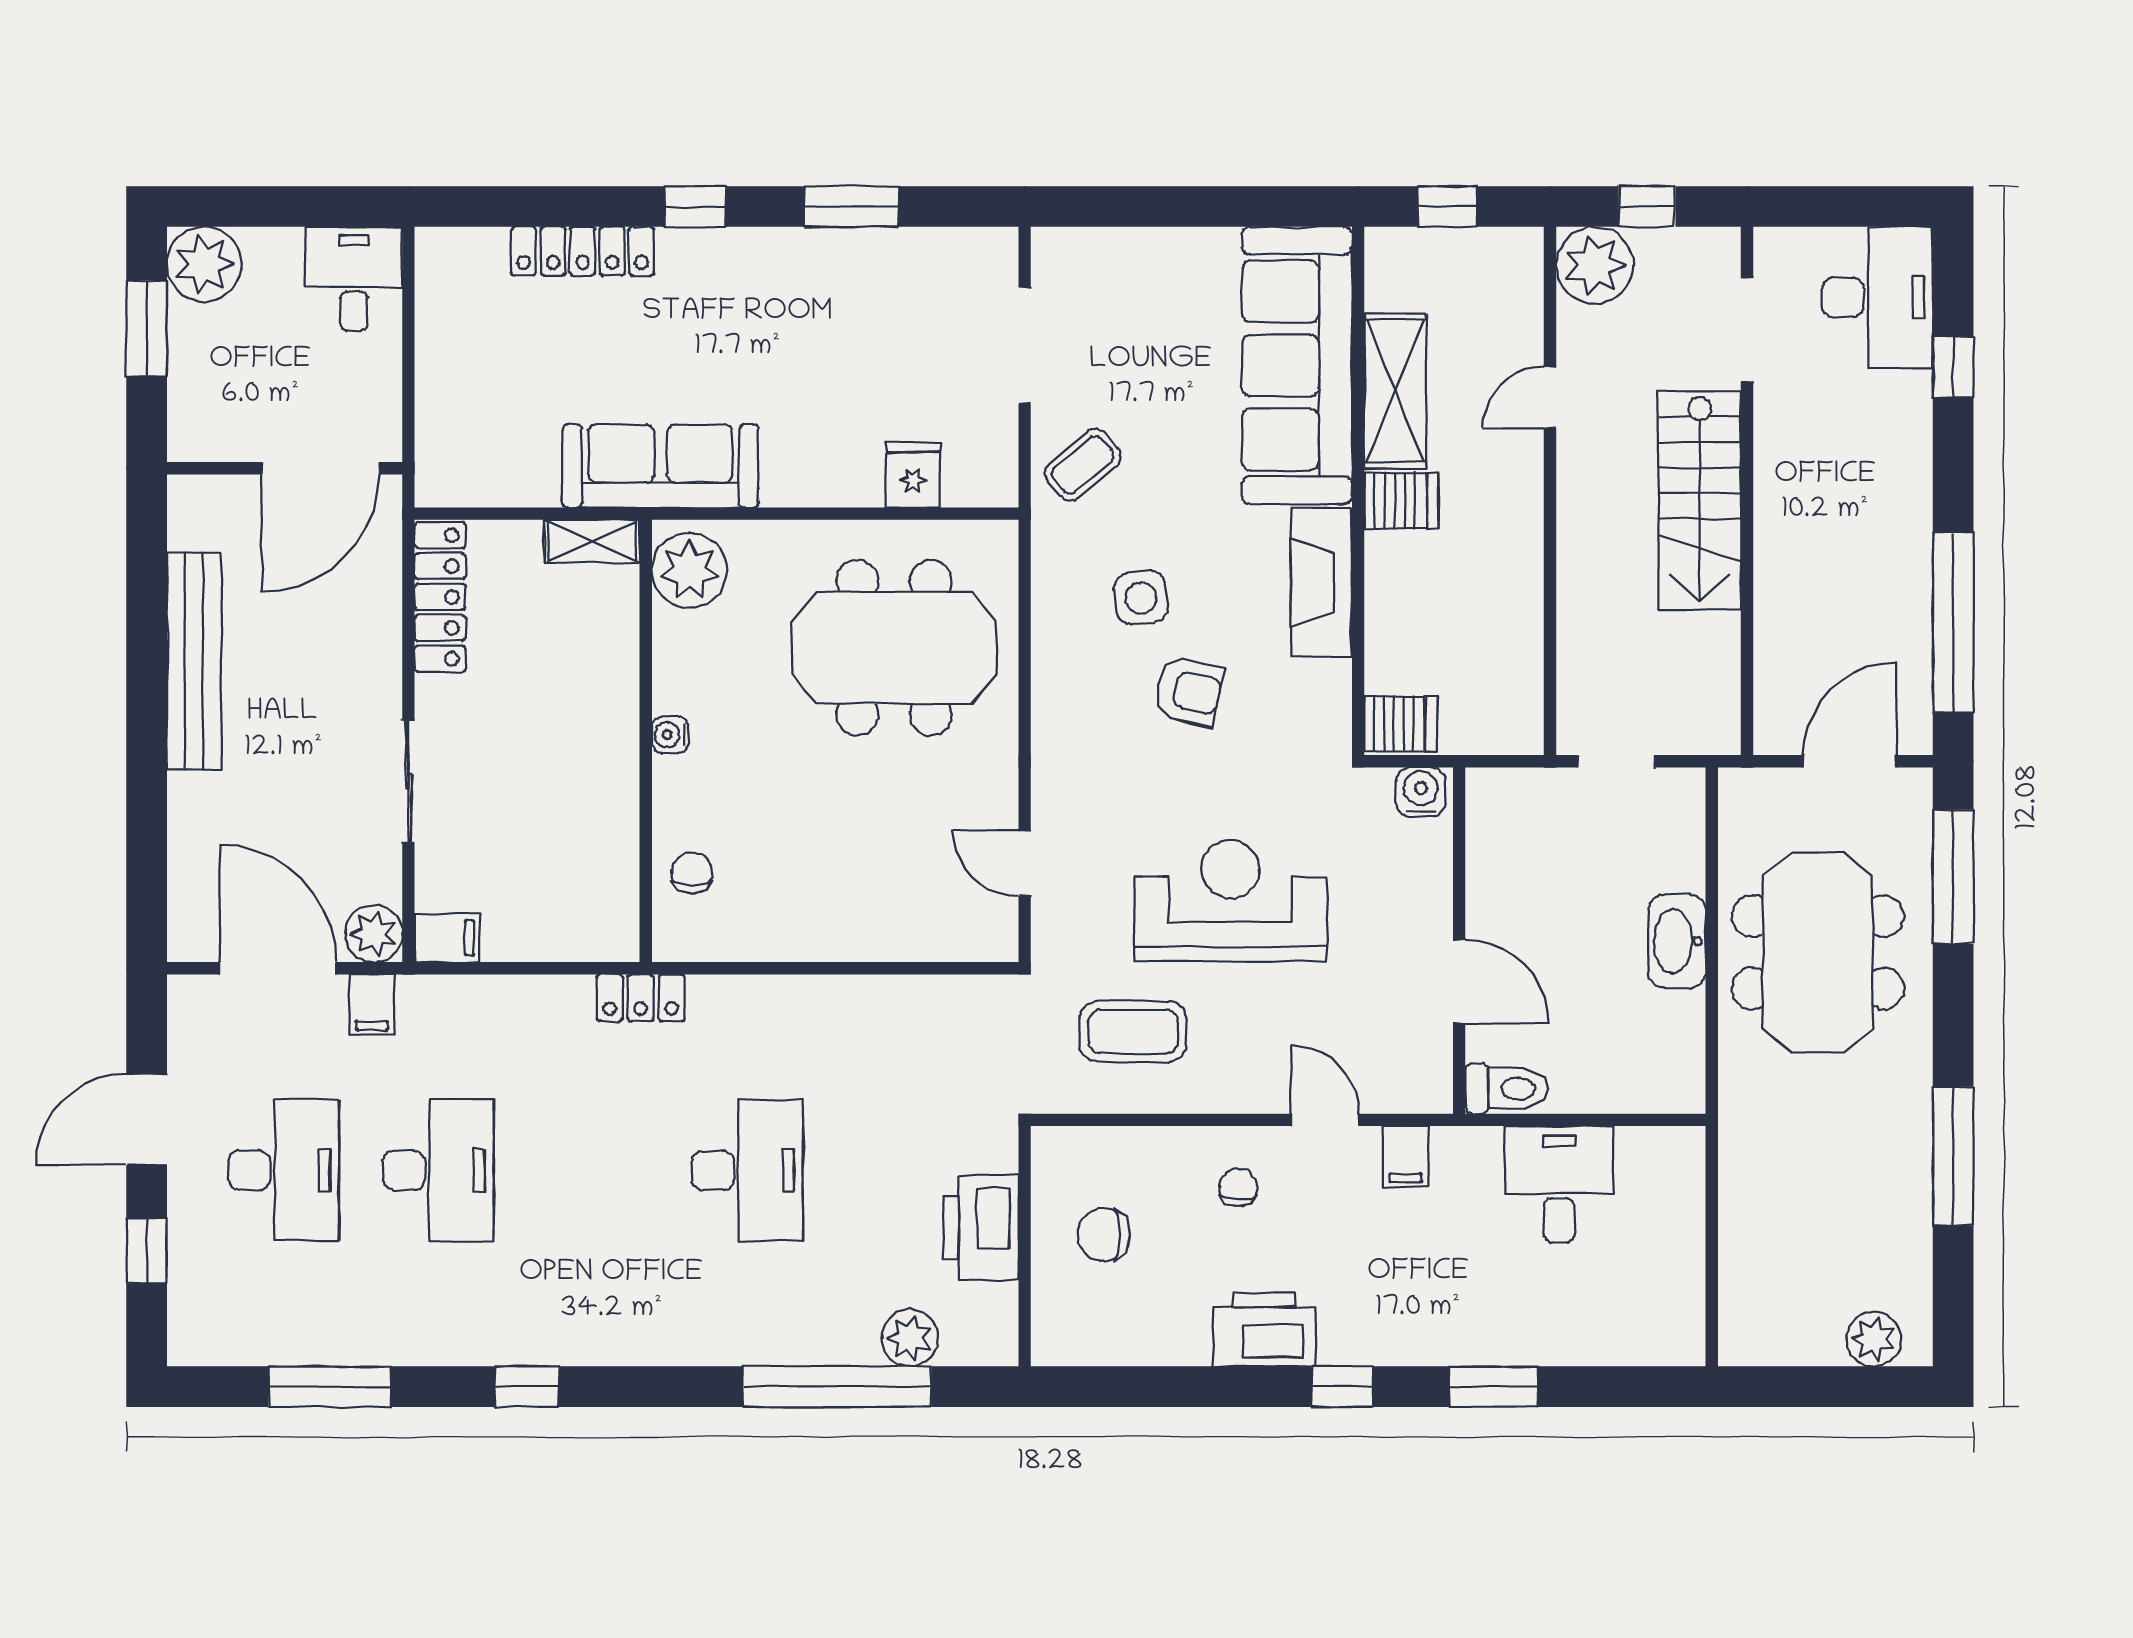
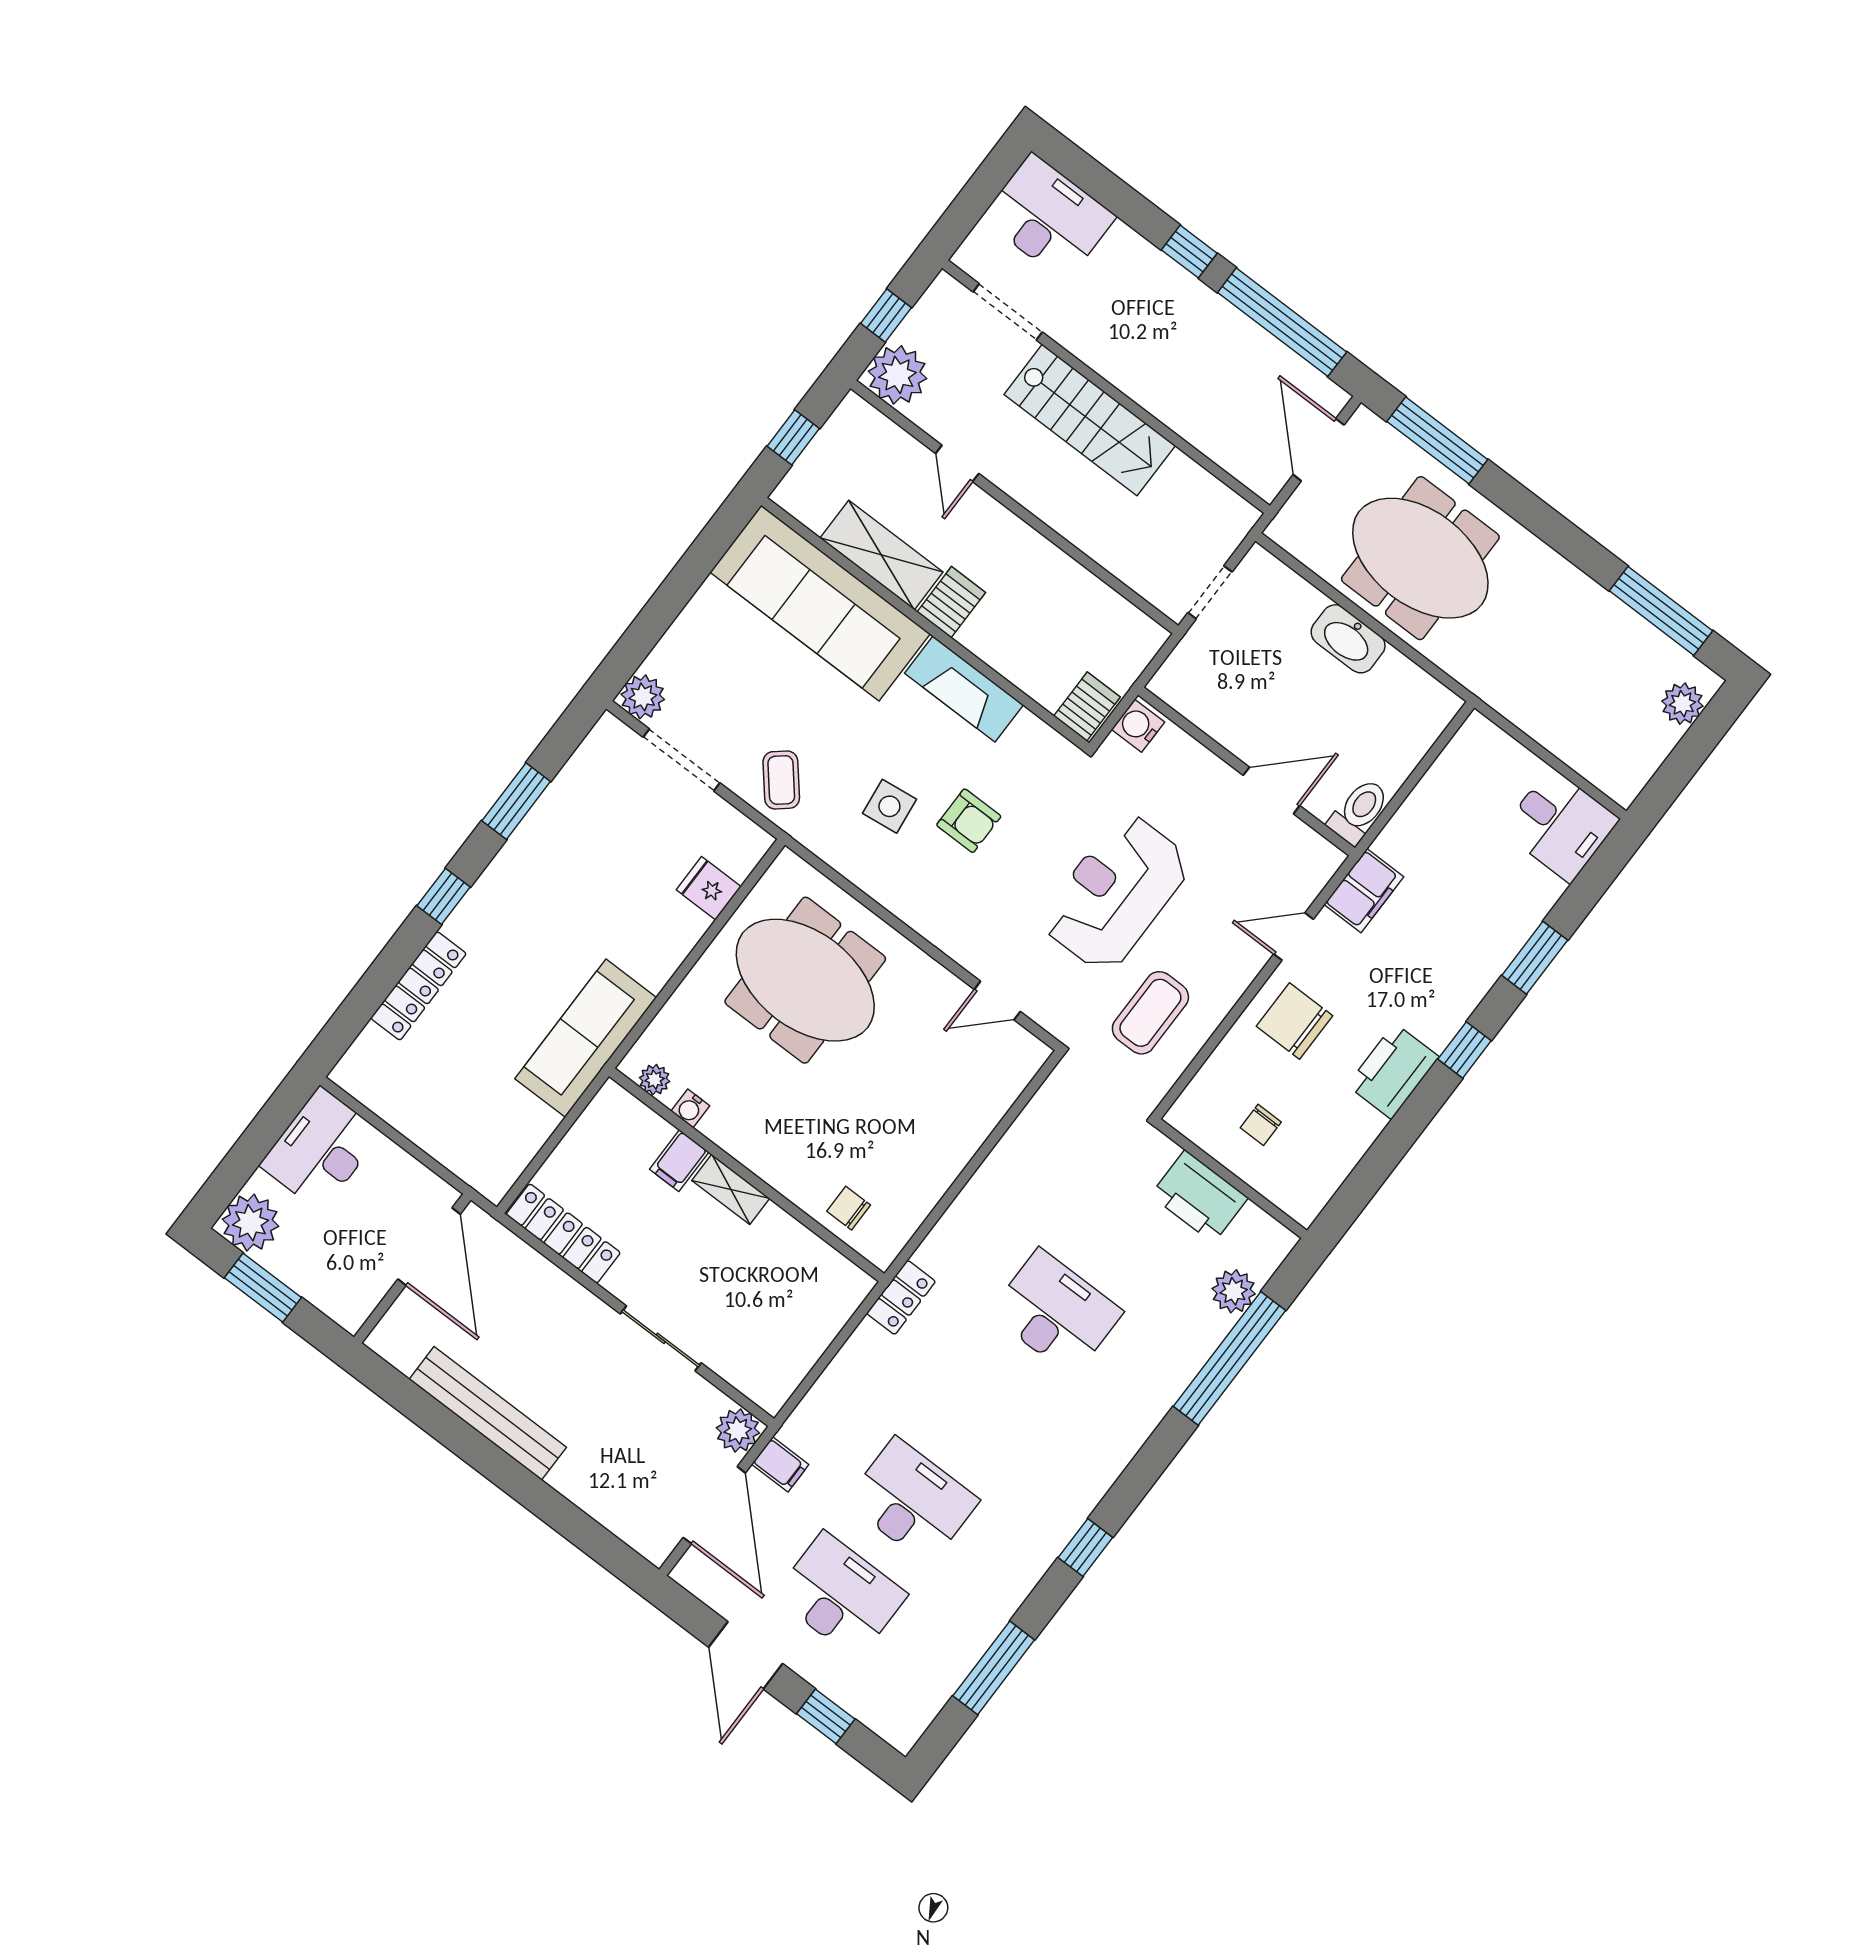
plant: (1060, 256) -> (643, 697), added
desk: (354, 279) -> (321, 1149), width x1.37
window: (1953, 367) -> (1189, 252), moved
shelving: (592, 541) -> (731, 1189), moved, turned 90
plant: (689, 570) -> (655, 1080), width x0.53, depth x0.53
meeting table: (894, 648) -> (805, 980), turned 90
armchair: (1189, 691) -> (969, 821), turned 78
water cooler: (670, 735) -> (690, 1108), moved
filing cabinet: (447, 938) -> (679, 1161), moved, turned 180
door: (278, 968) -> (714, 1505), swing flipped
filing cabinet: (1405, 1156) -> (1364, 891), width x2.00
window: (1953, 1156) -> (1661, 611), moved
desk: (1559, 1184) -> (1560, 825), moved, turned 180
chair: (1238, 1187) -> (1294, 1021), width x1.87, depth x1.87
chair: (1104, 1235) -> (1261, 1125), width x0.73, depth x0.73

